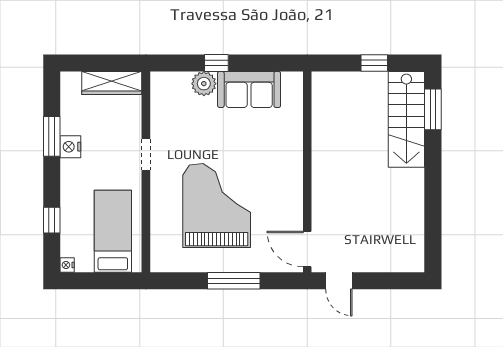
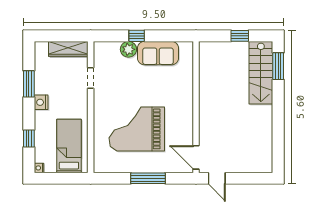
nightstand: (70, 147) -> (41, 102), moved
doorway: (146, 154) -> (91, 78), moved
grand piano: (217, 205) -> (137, 129), turned -90

